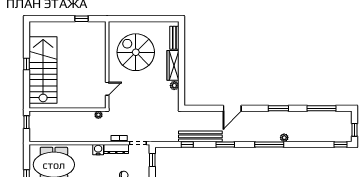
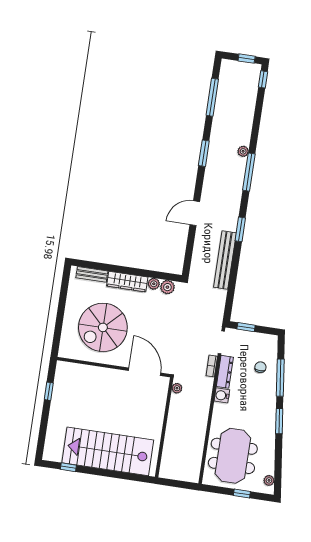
window: (27, 64) -> (68, 467), moved
door: (107, 89) -> (145, 372), width x1.87
plant: (173, 96) -> (167, 287), added
door: (232, 108) -> (195, 213), swing flipped
window: (27, 122) -> (172, 483), removed
window: (187, 144) -> (233, 279), removed

